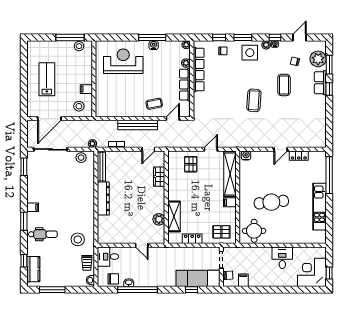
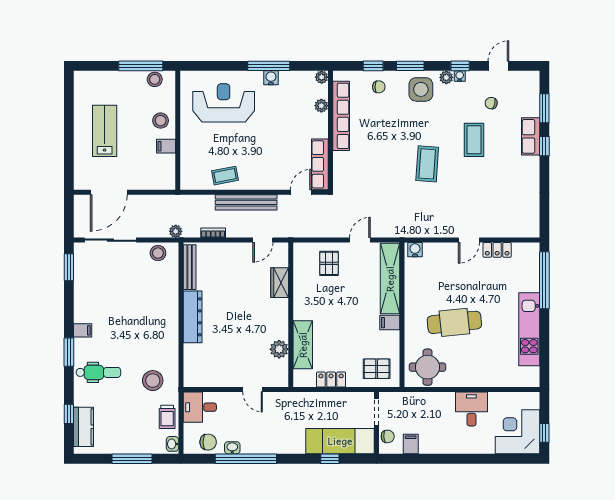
plant: (318, 59) -> (527, 99), removed
row of seats: (185, 85) -> (320, 164), moved
coffee table: (154, 104) -> (225, 176), moved
stool: (79, 106) -> (161, 121), moved
window: (52, 290) -> (132, 459), moved

